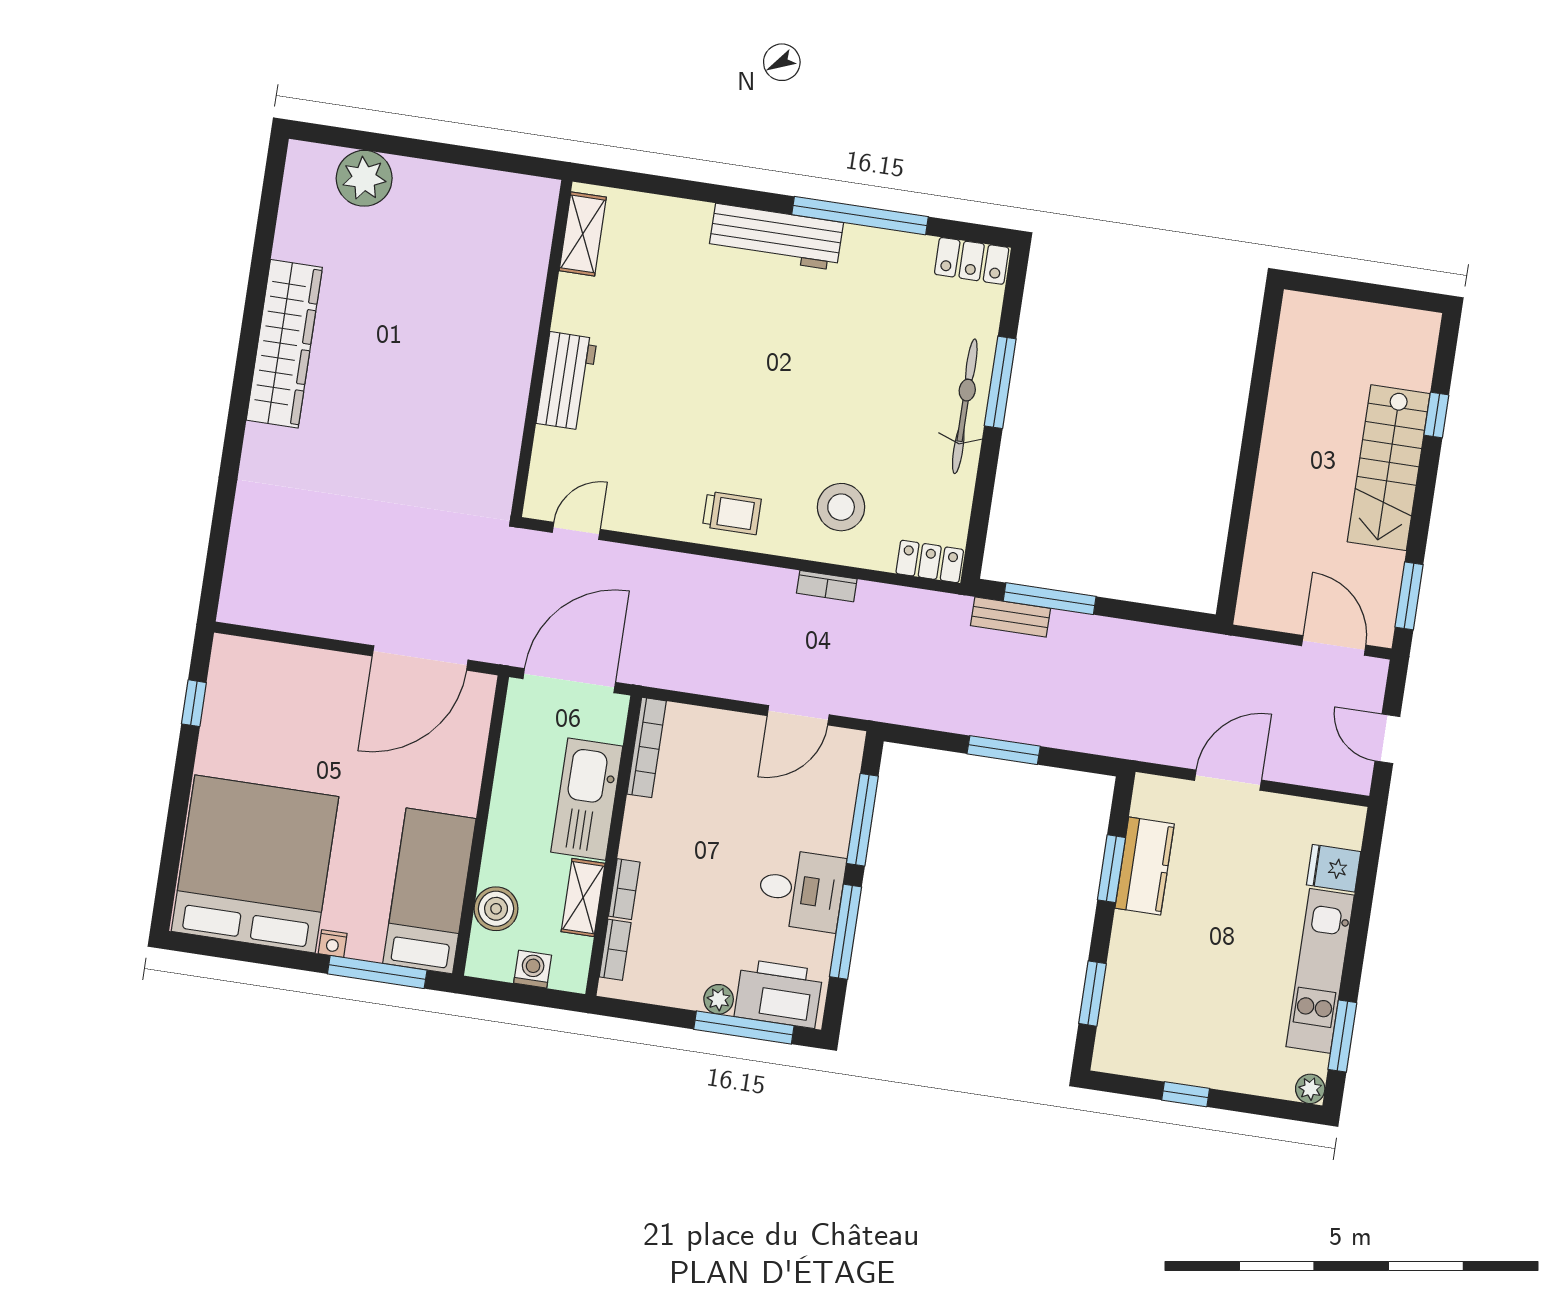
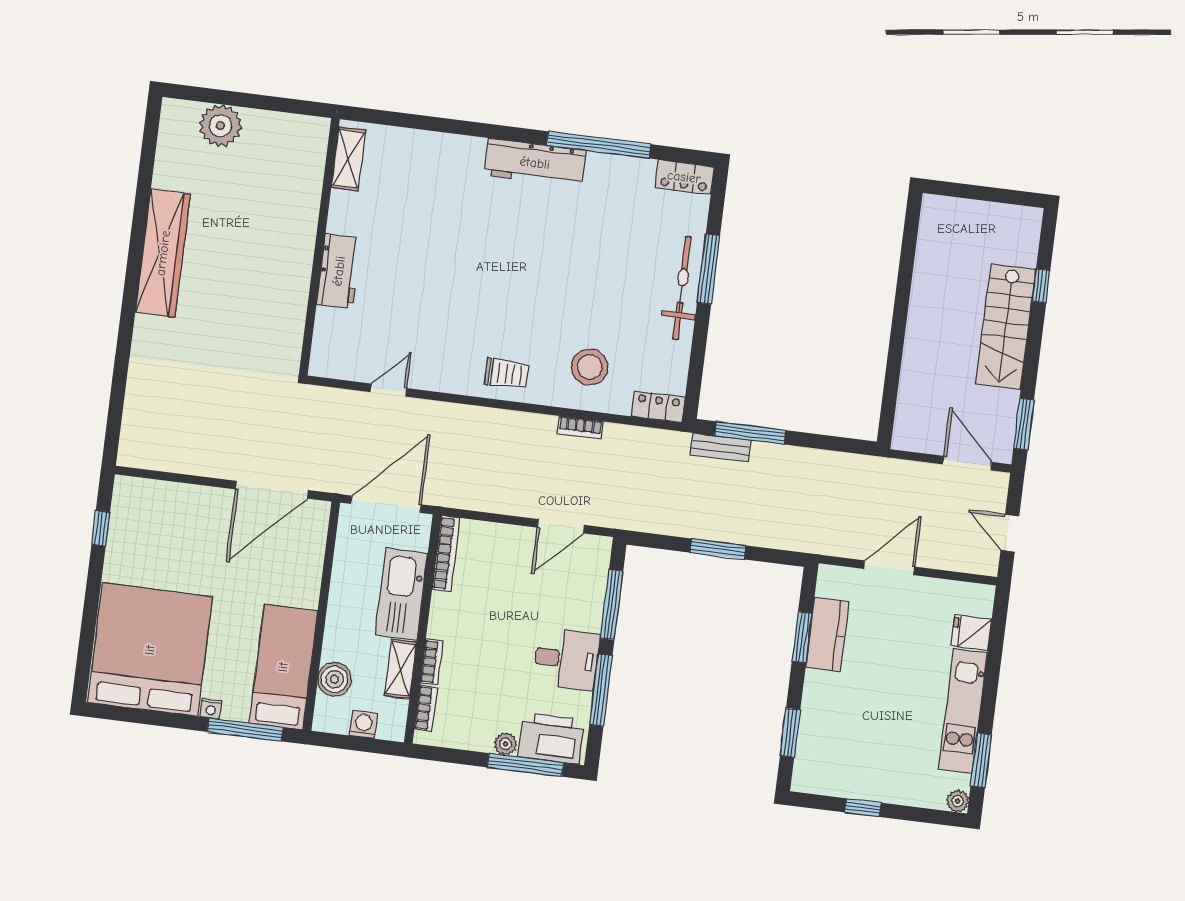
shelving: (583, 234) -> (348, 159), moved
wall: (542, 348) -> (319, 247), moved
workbench: (567, 381) -> (339, 271), moved

